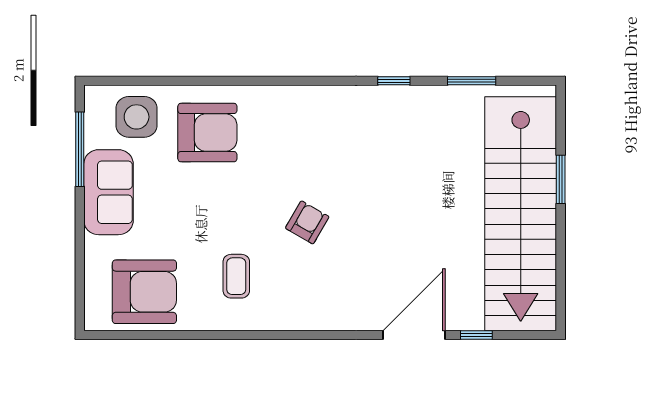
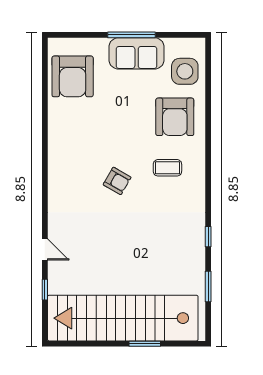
window: (80, 149) -> (132, 35), moved
coffee table: (236, 276) -> (167, 168), moved
door: (414, 335) -> (45, 250), width x0.53

